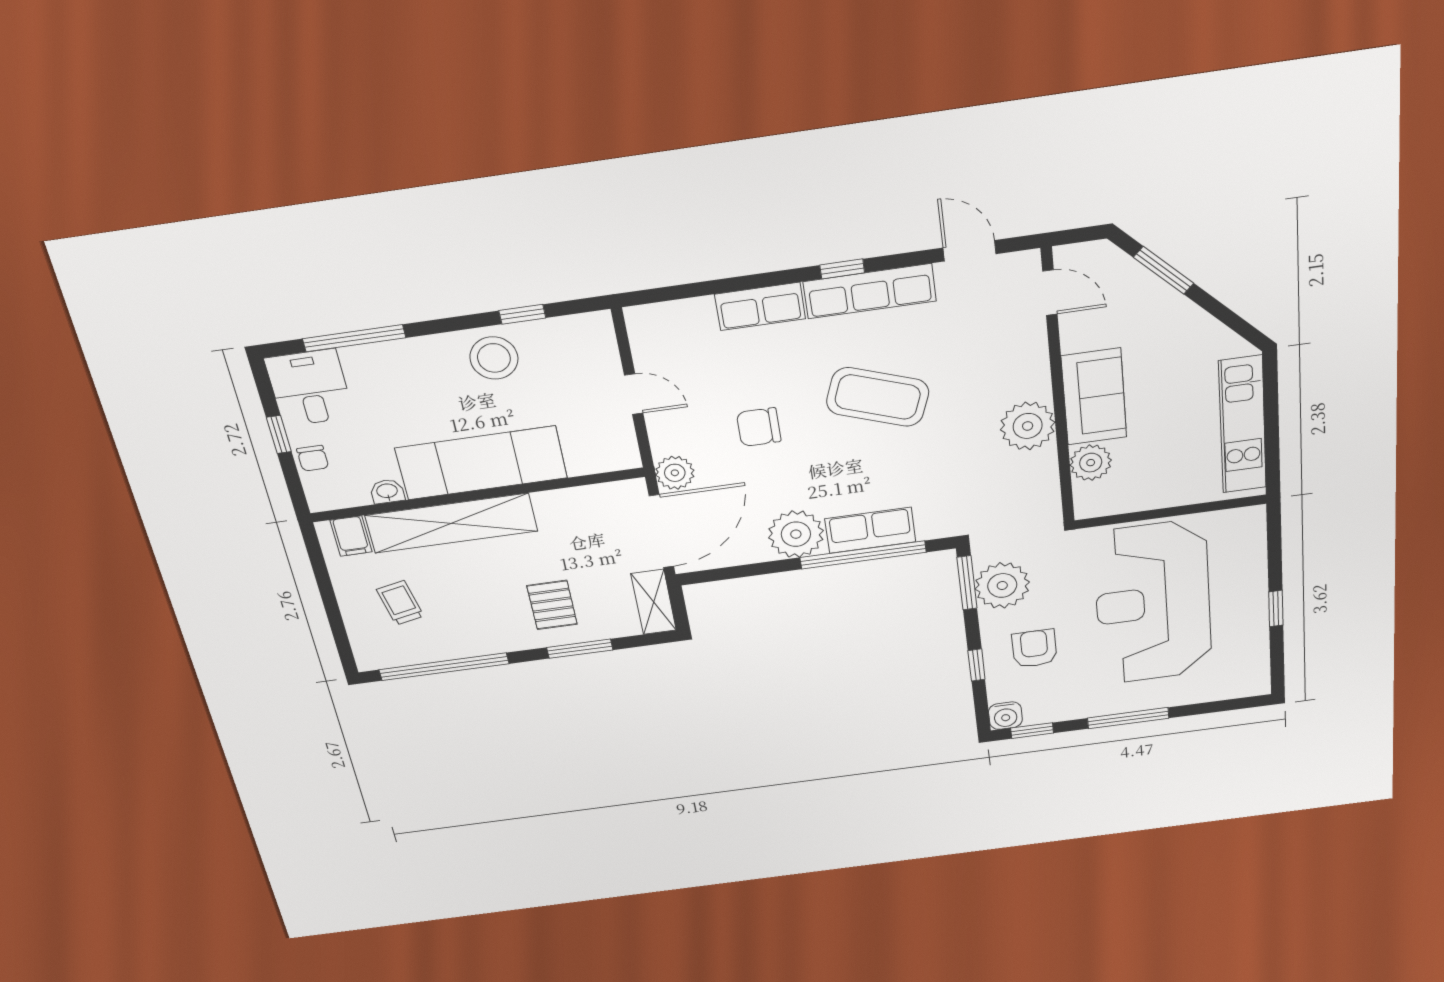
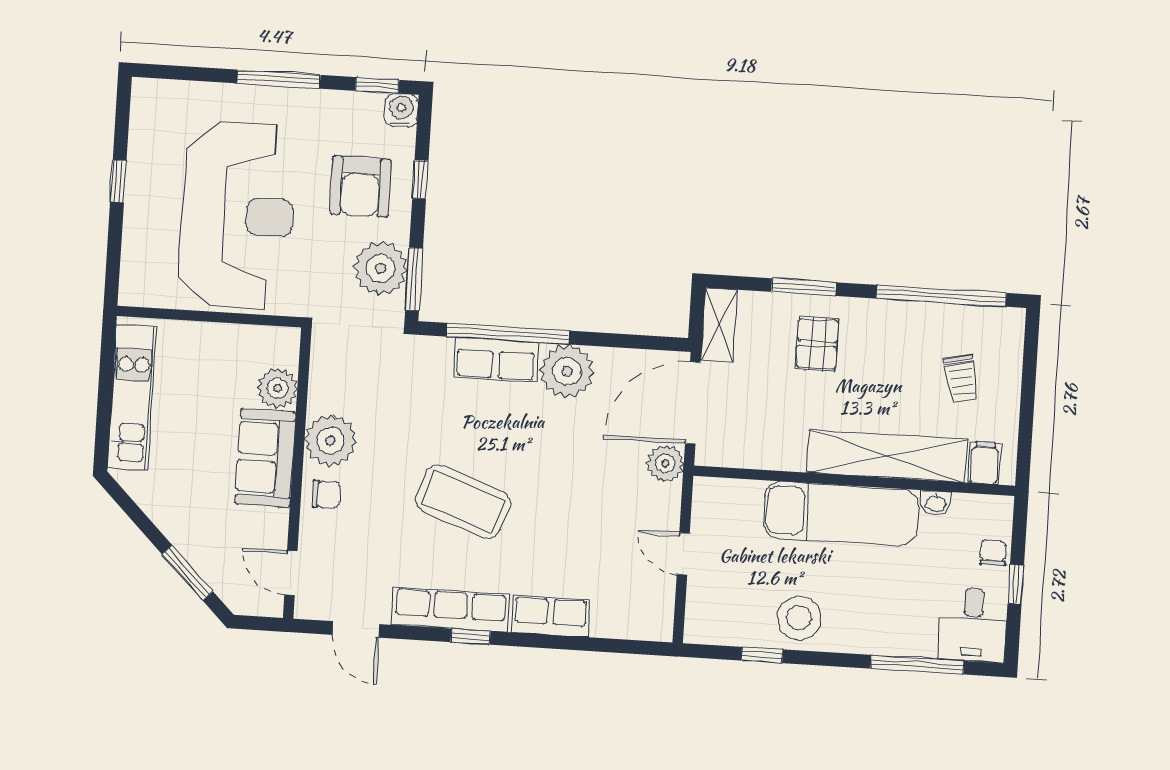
chair: (759, 427) -> (326, 494), moved, width x0.73, depth x0.73
armchair: (1034, 649) -> (360, 187), width x1.38, depth x1.38

